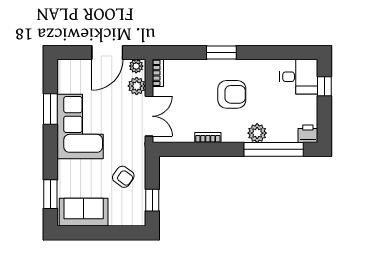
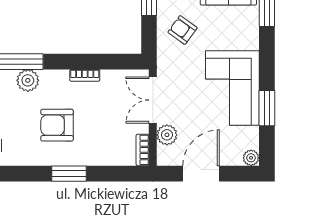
plant: (136, 66) -> (251, 158), moved

